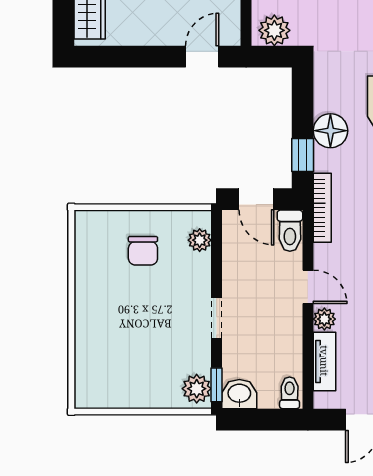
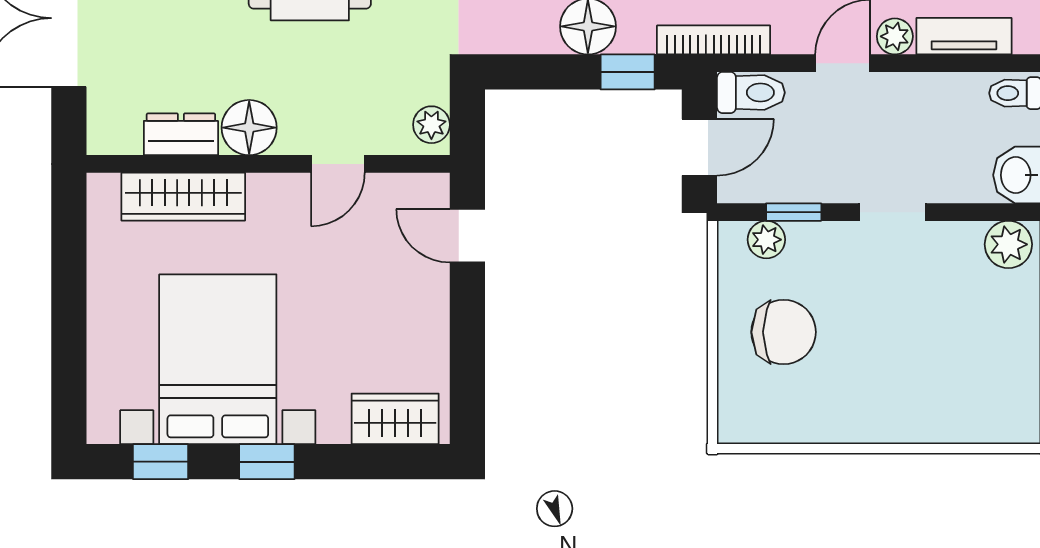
plant: (274, 30) -> (431, 125), width x0.73, depth x0.73
chair: (143, 251) -> (784, 332), width x1.37, depth x1.37
window: (217, 385) -> (794, 212), moved

